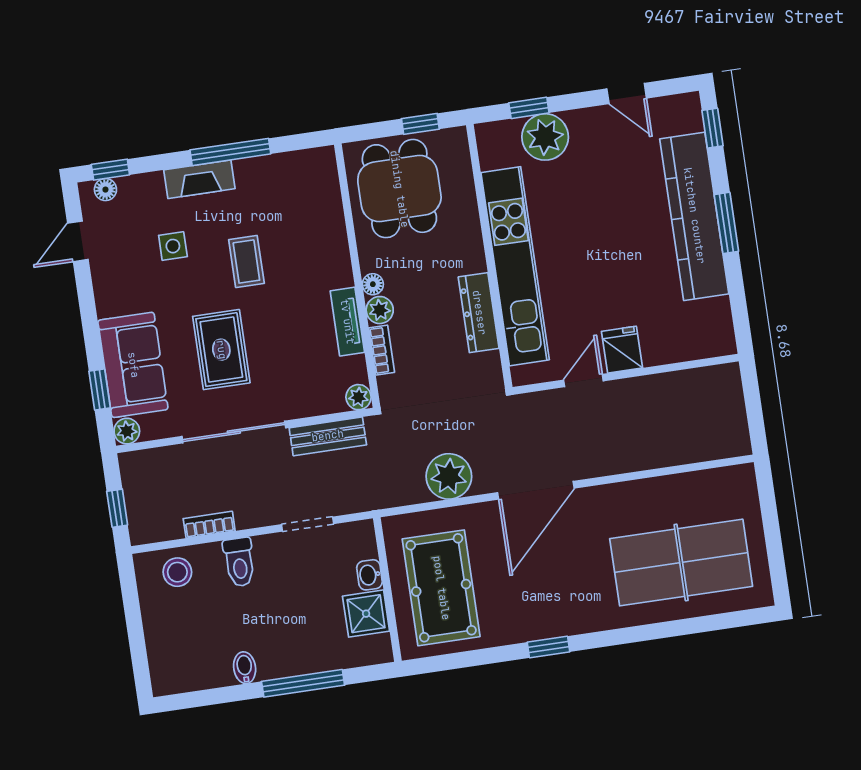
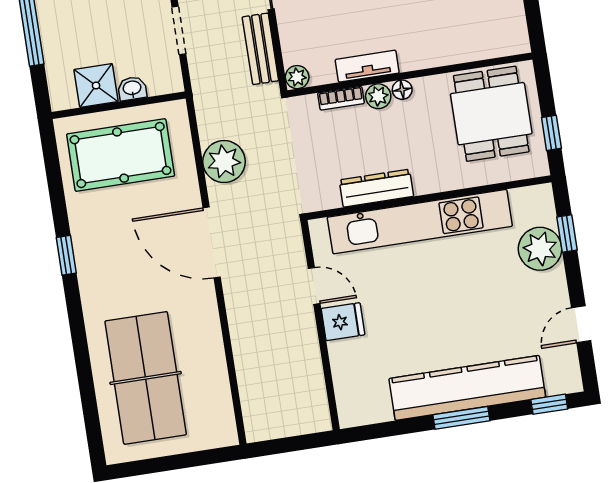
dining table: (399, 189) -> (491, 114), turned 90

